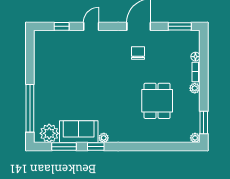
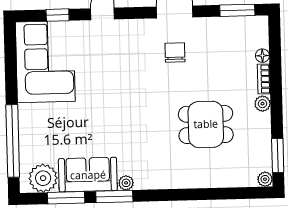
corner sofa: (53, 57) -> (45, 62), added
dining table: (157, 101) -> (206, 124), turned 90
window: (96, 147) -> (114, 196), width x1.50

